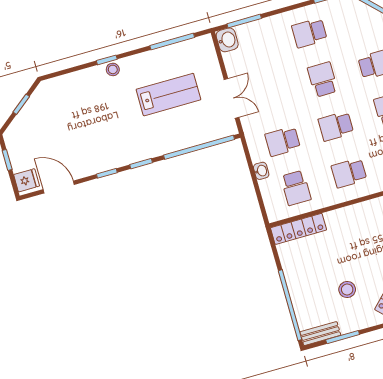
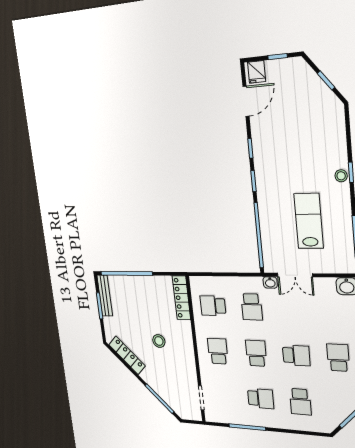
lab bench: (168, 95) -> (309, 221), turned 180
school desk: (283, 141) -> (252, 307), turned 180
washbasin: (261, 171) -> (270, 282), moved
stool: (347, 289) -> (159, 341), moved
bench: (320, 334) -> (105, 296), width x1.36

